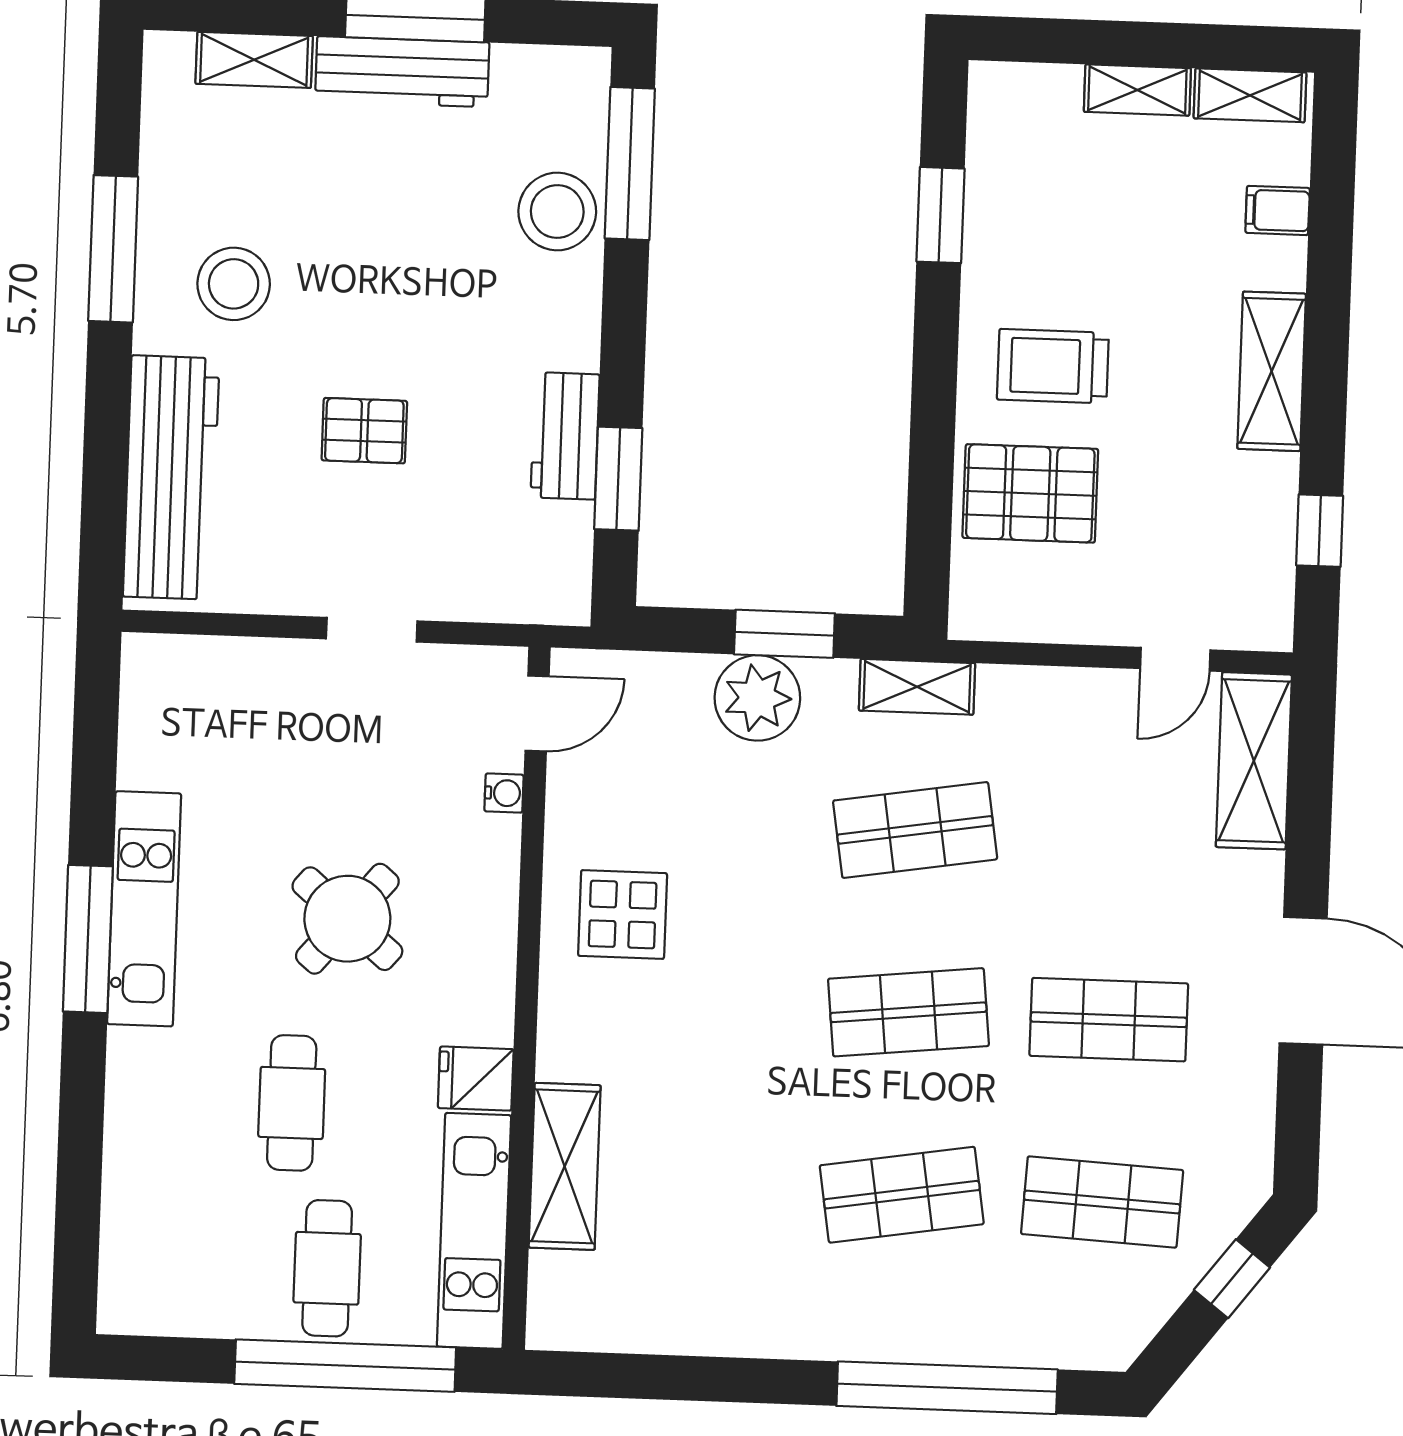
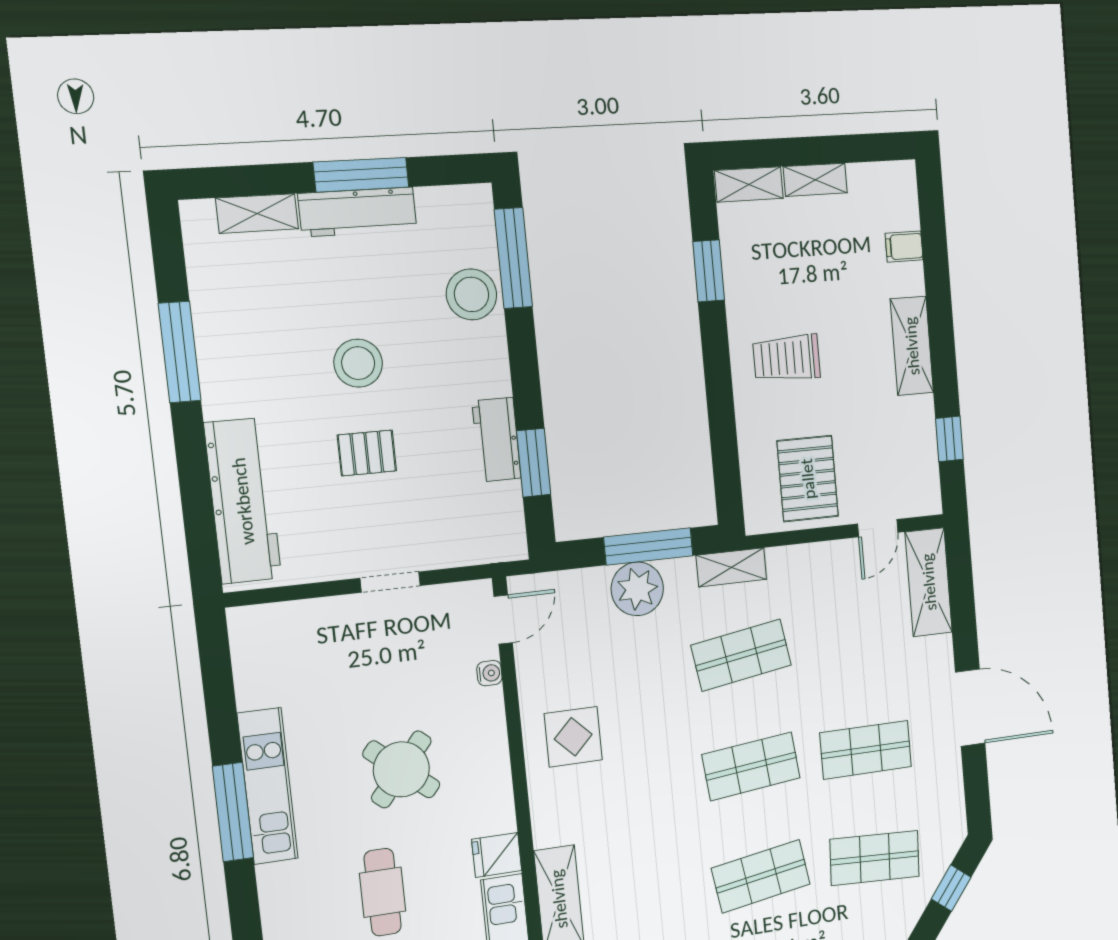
shelving: (1250, 95) -> (749, 184), moved
stool: (234, 284) -> (358, 363), moved
pallet: (1030, 493) -> (808, 479), moved, turned 90
window: (784, 634) -> (648, 546), width x1.44

